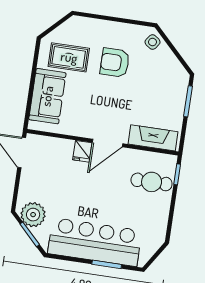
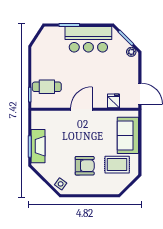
fireplace: (153, 138) -> (38, 146), moved, turned -90
fridge: (82, 151) -> (114, 101), moved
plant: (33, 215) -> (131, 52), width x0.53, depth x0.53
bar counter: (95, 242) -> (88, 39), width x0.73

